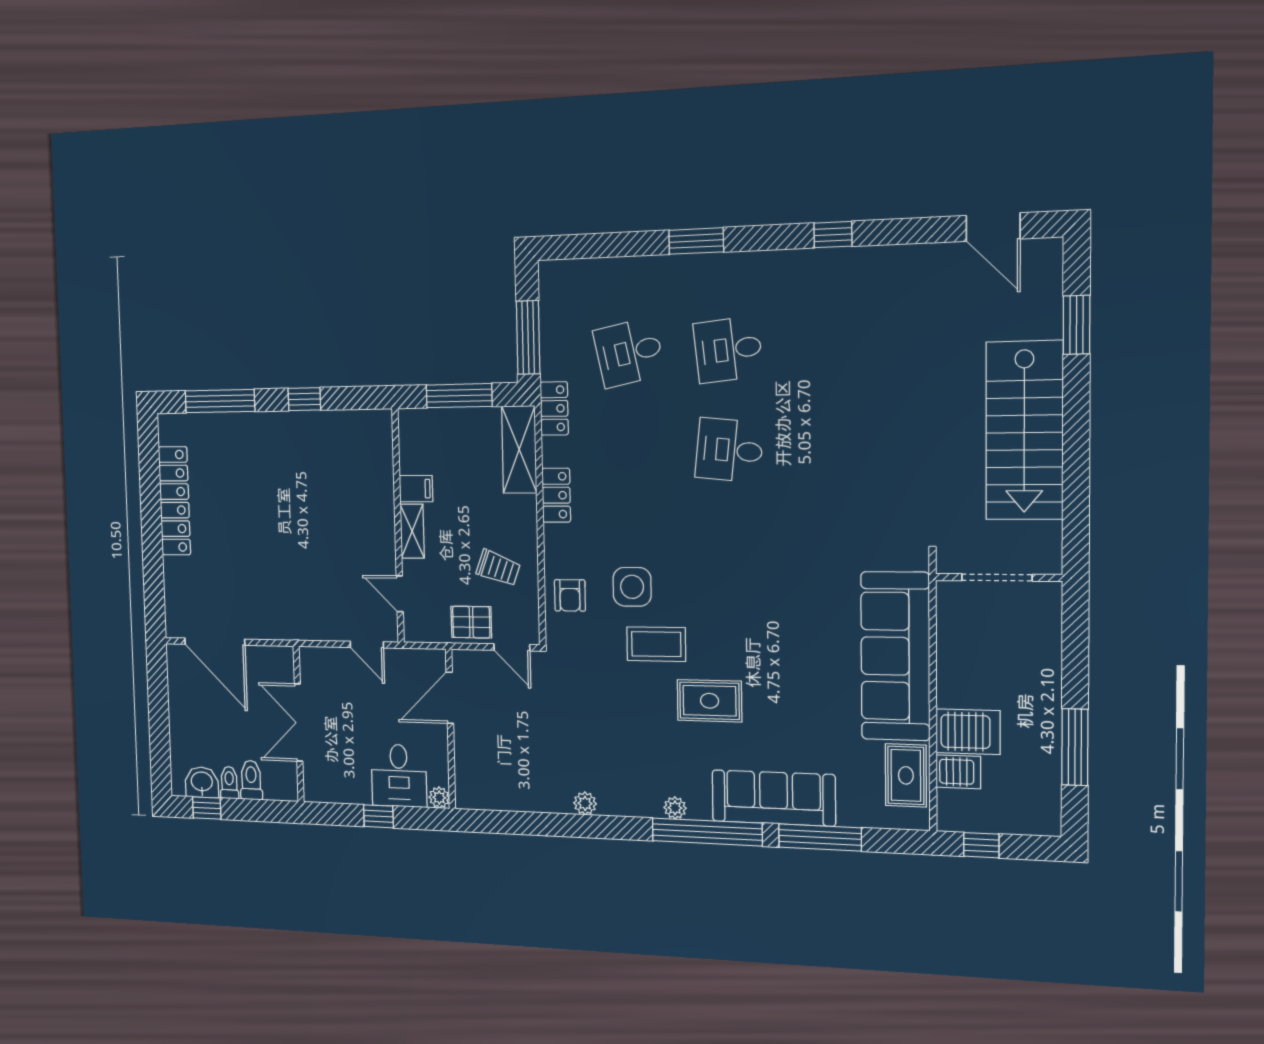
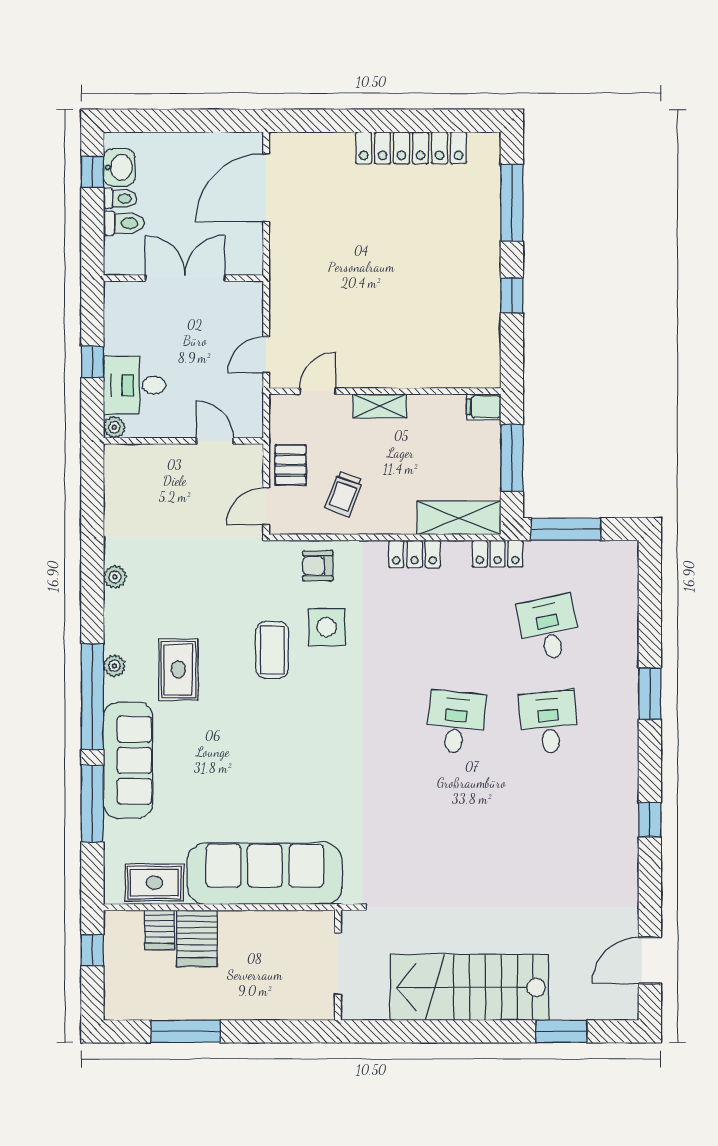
filing cabinet: (416, 489) -> (484, 407), moved, turned 90
door: (450, 698) -> (215, 441), width x0.73
rug: (710, 701) -> (178, 669), moved

